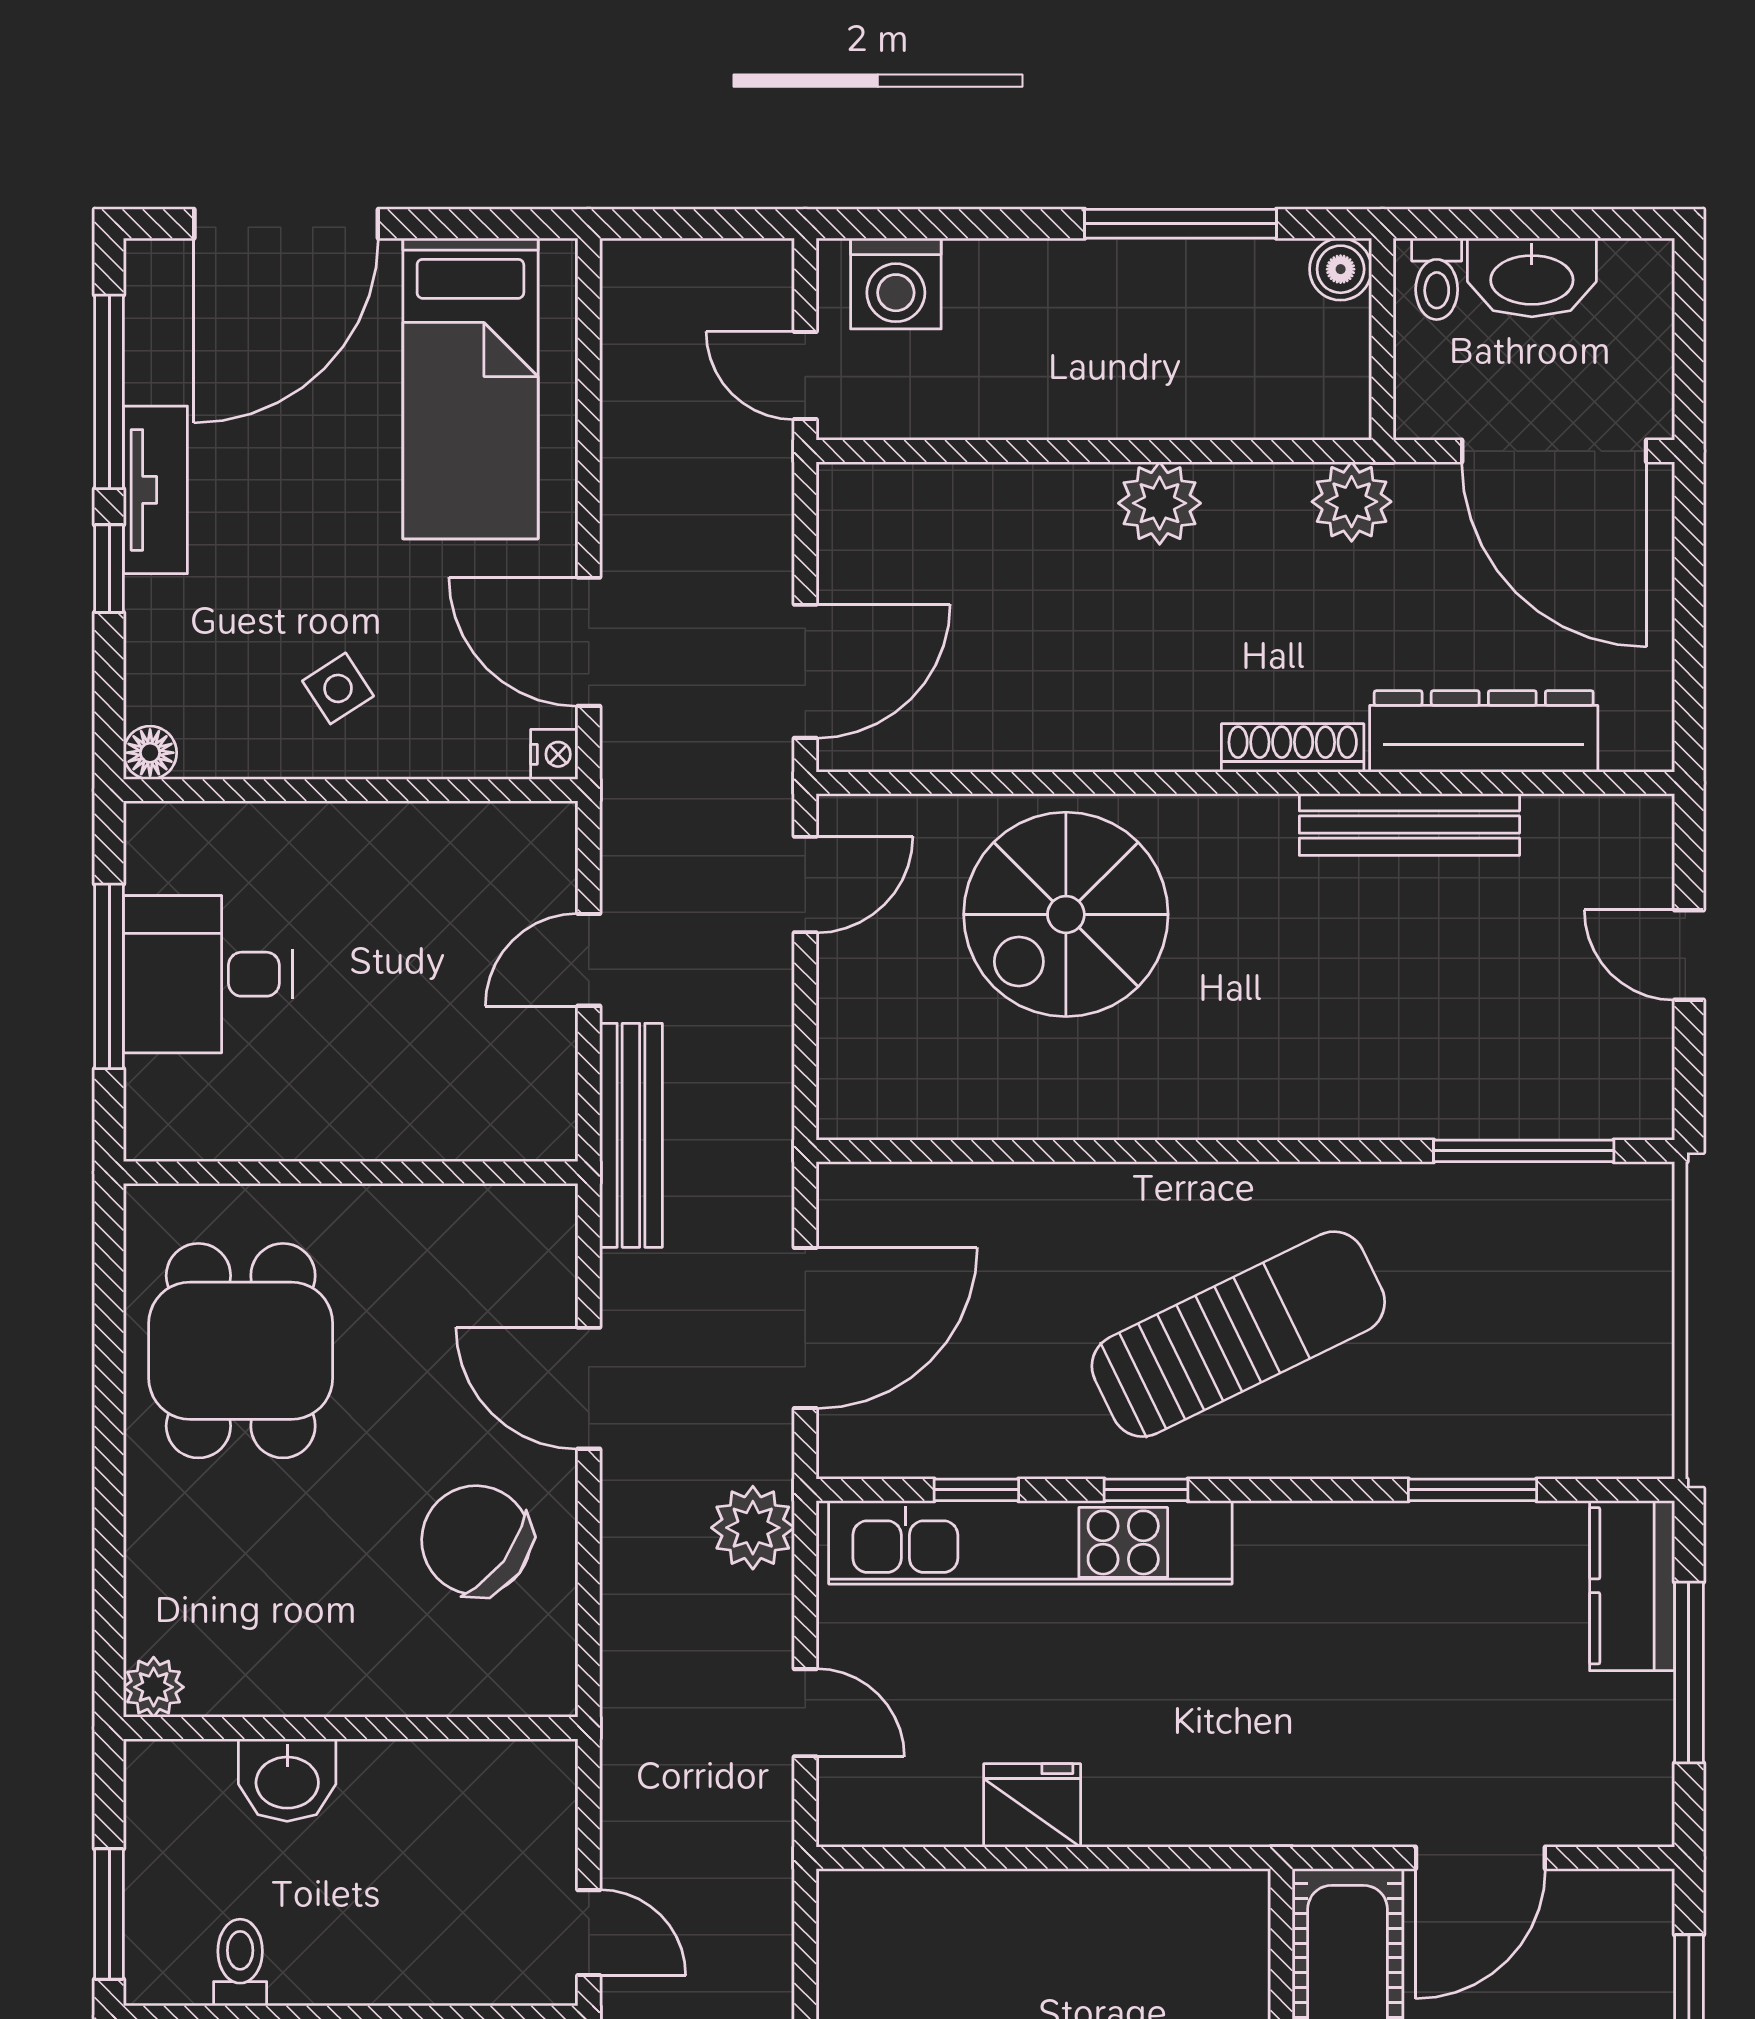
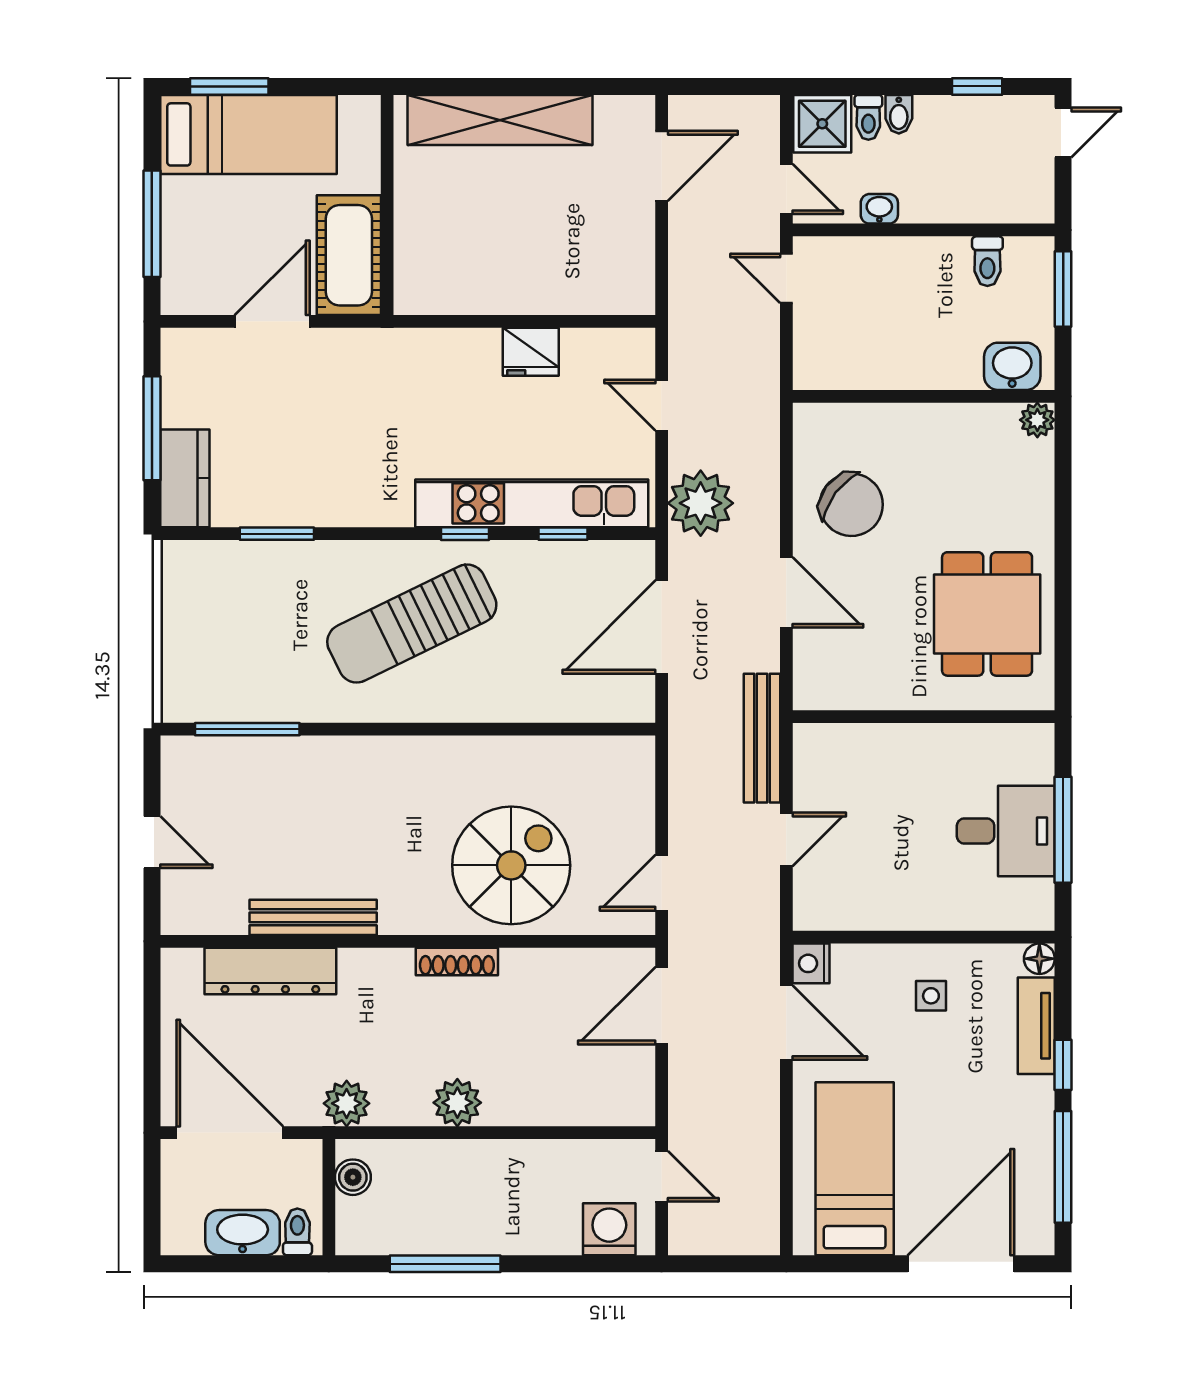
boiler: (1341, 269) -> (353, 1177), moved
tv unit: (155, 490) -> (1036, 1026), moved
side table: (338, 688) -> (931, 996), turned 33
shoe rack: (1293, 748) -> (457, 962), moved
nightstand: (554, 754) -> (811, 963), width x1.39, depth x1.35
plant: (753, 1528) -> (701, 503), width x1.36, depth x1.36
washbasin: (287, 1780) -> (1012, 366), moved

